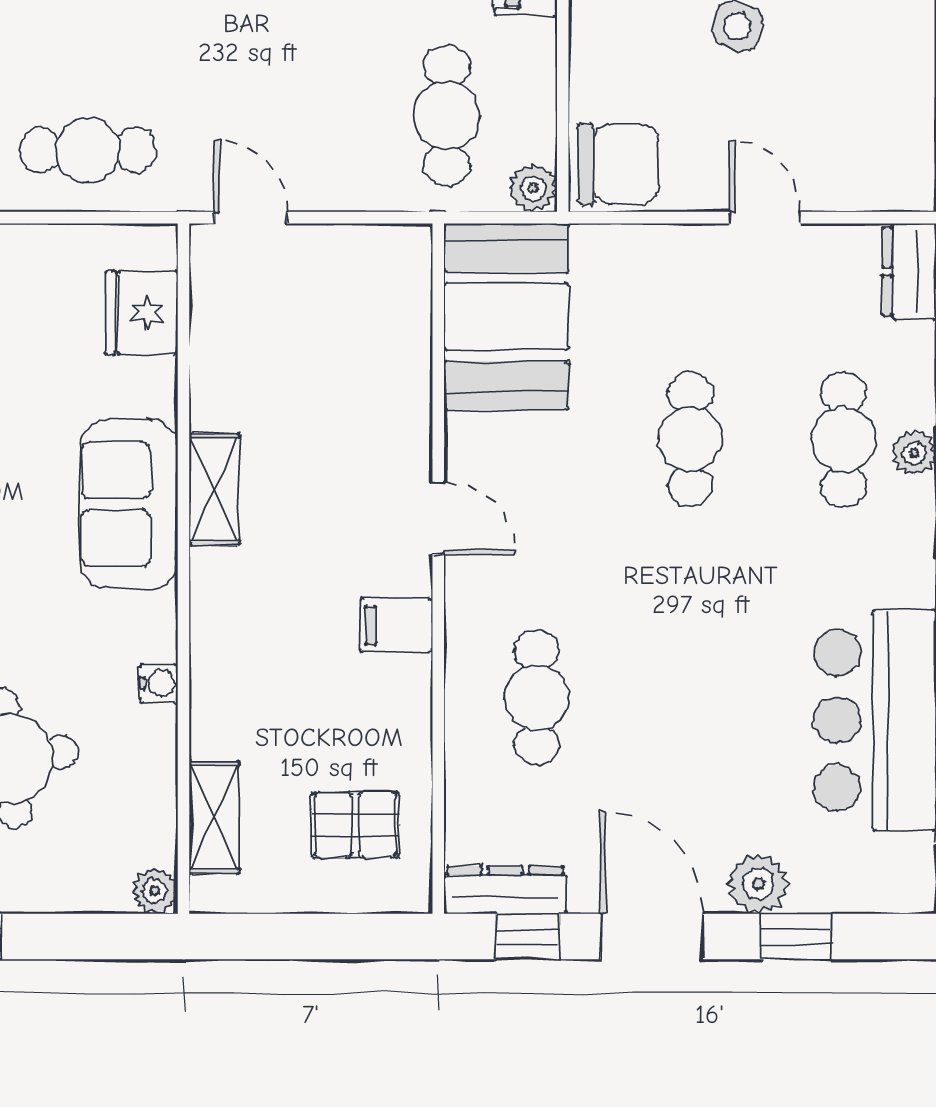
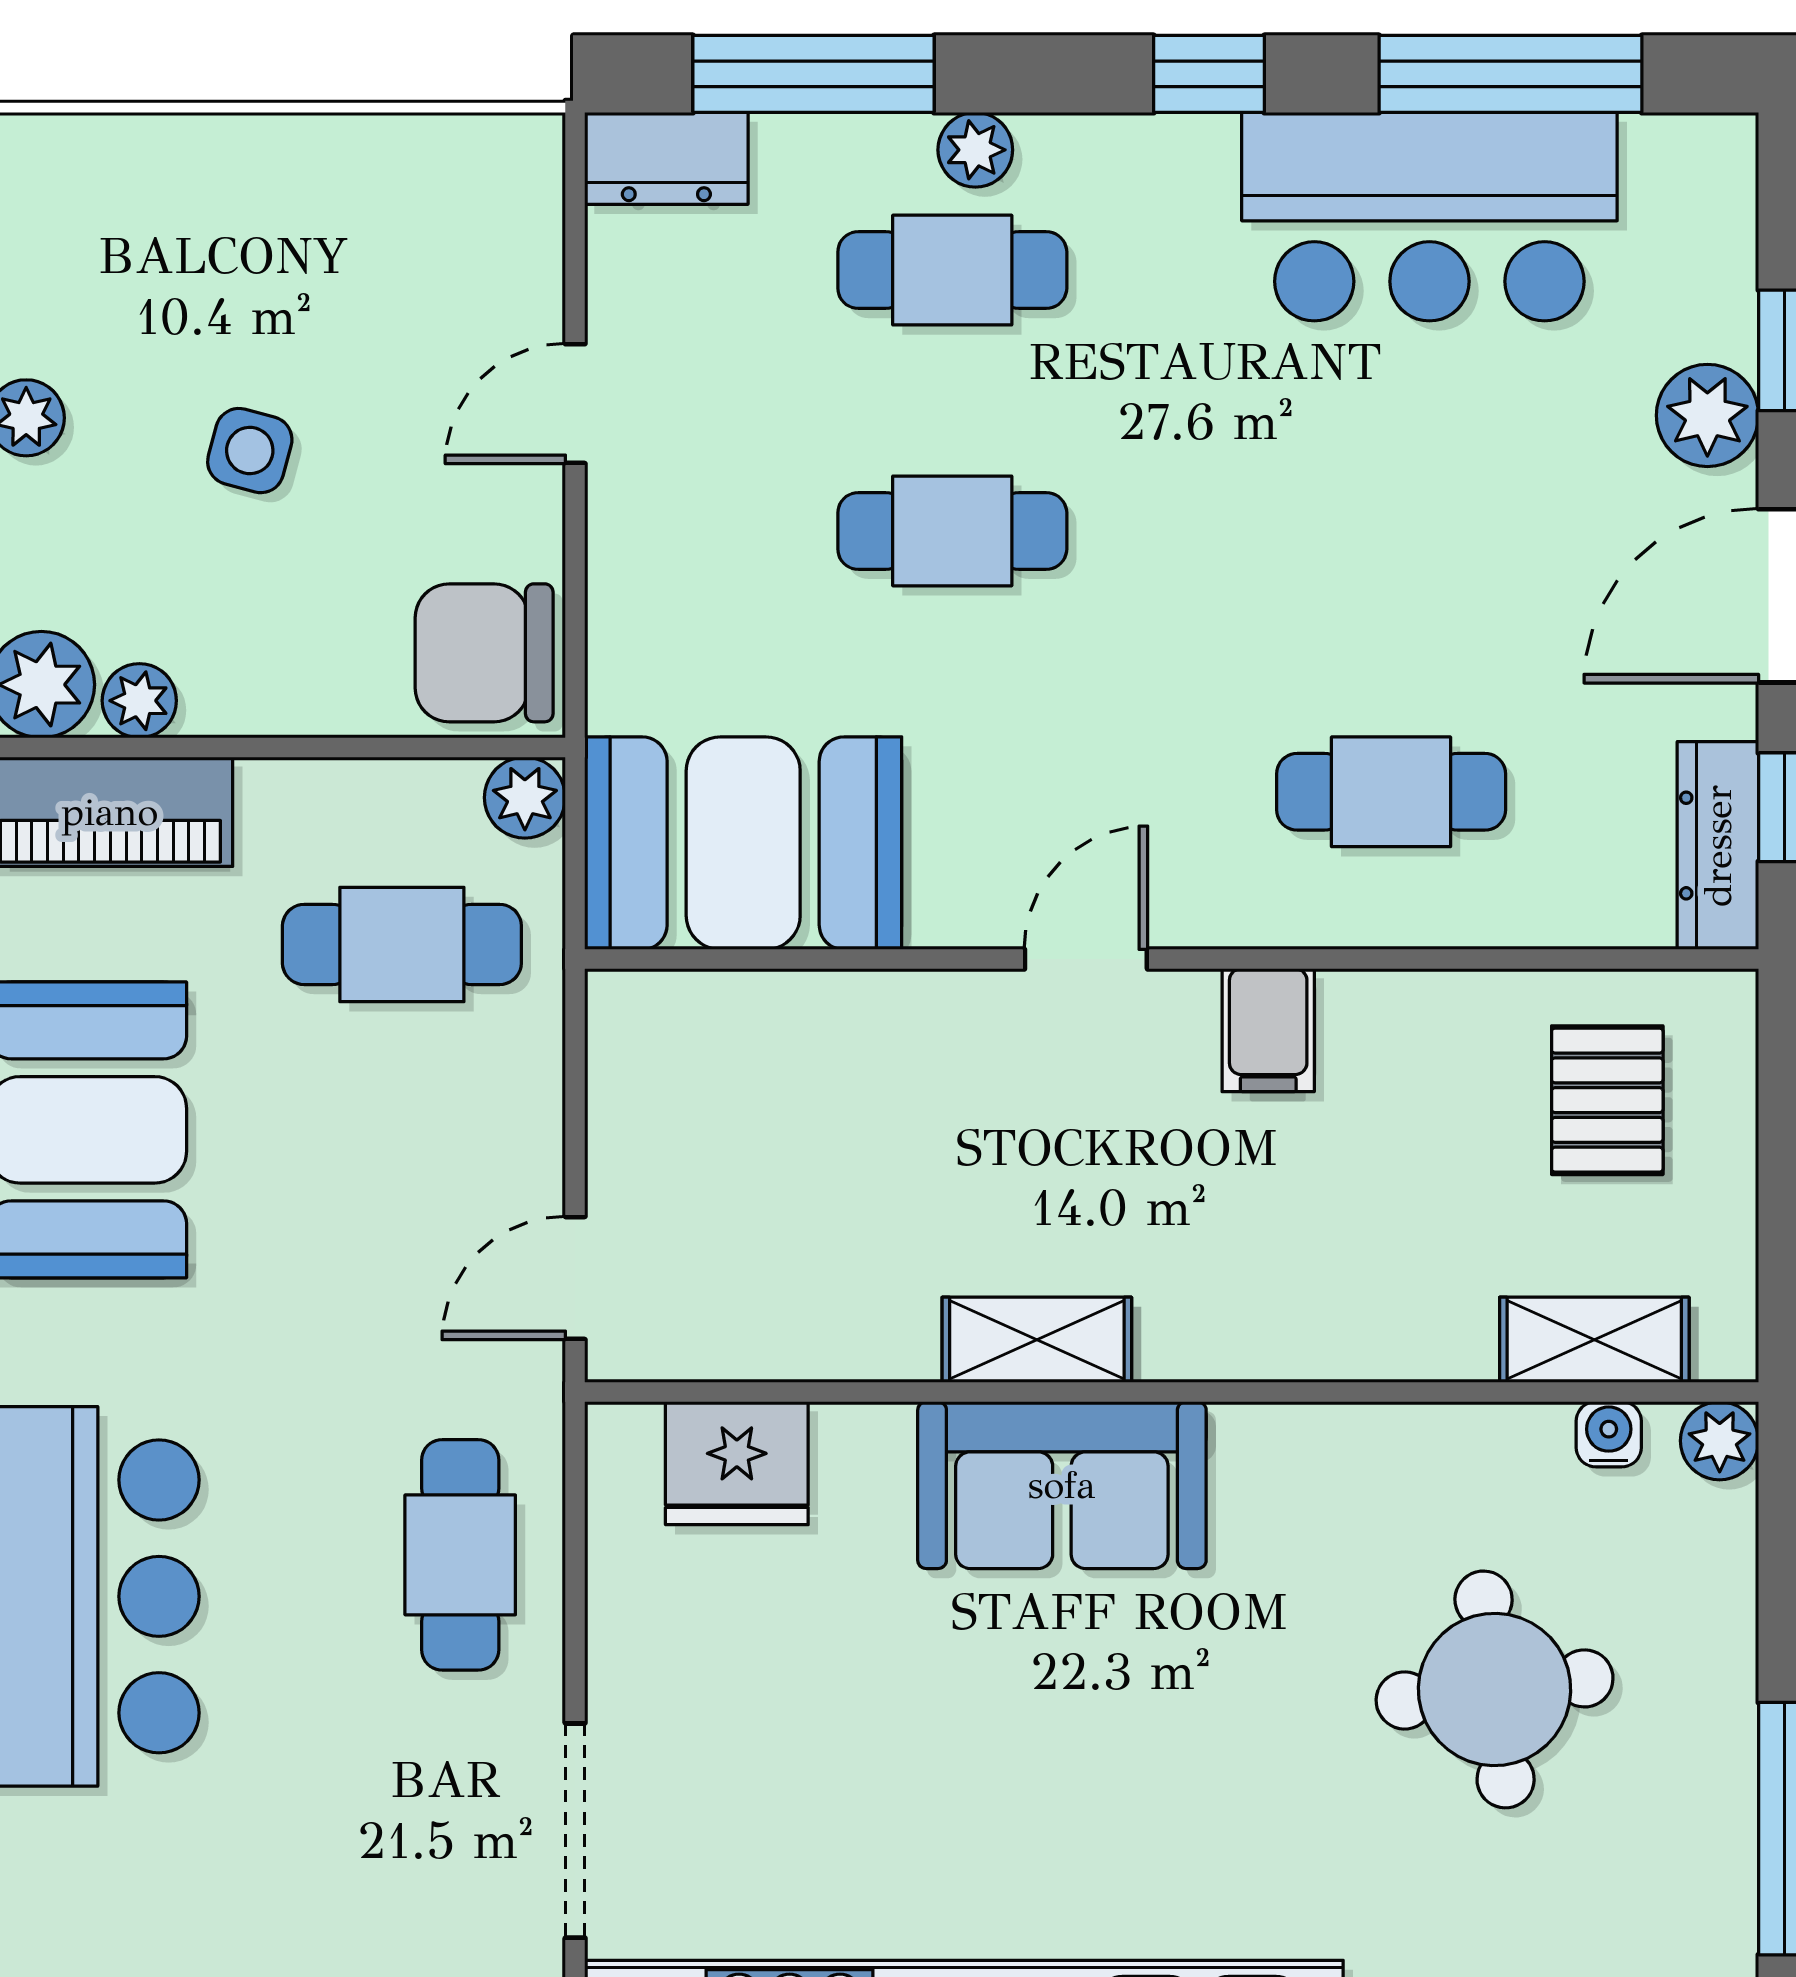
chair: (618, 164) -> (484, 653), turned -90
water cooler: (159, 683) -> (1609, 1434), moved

